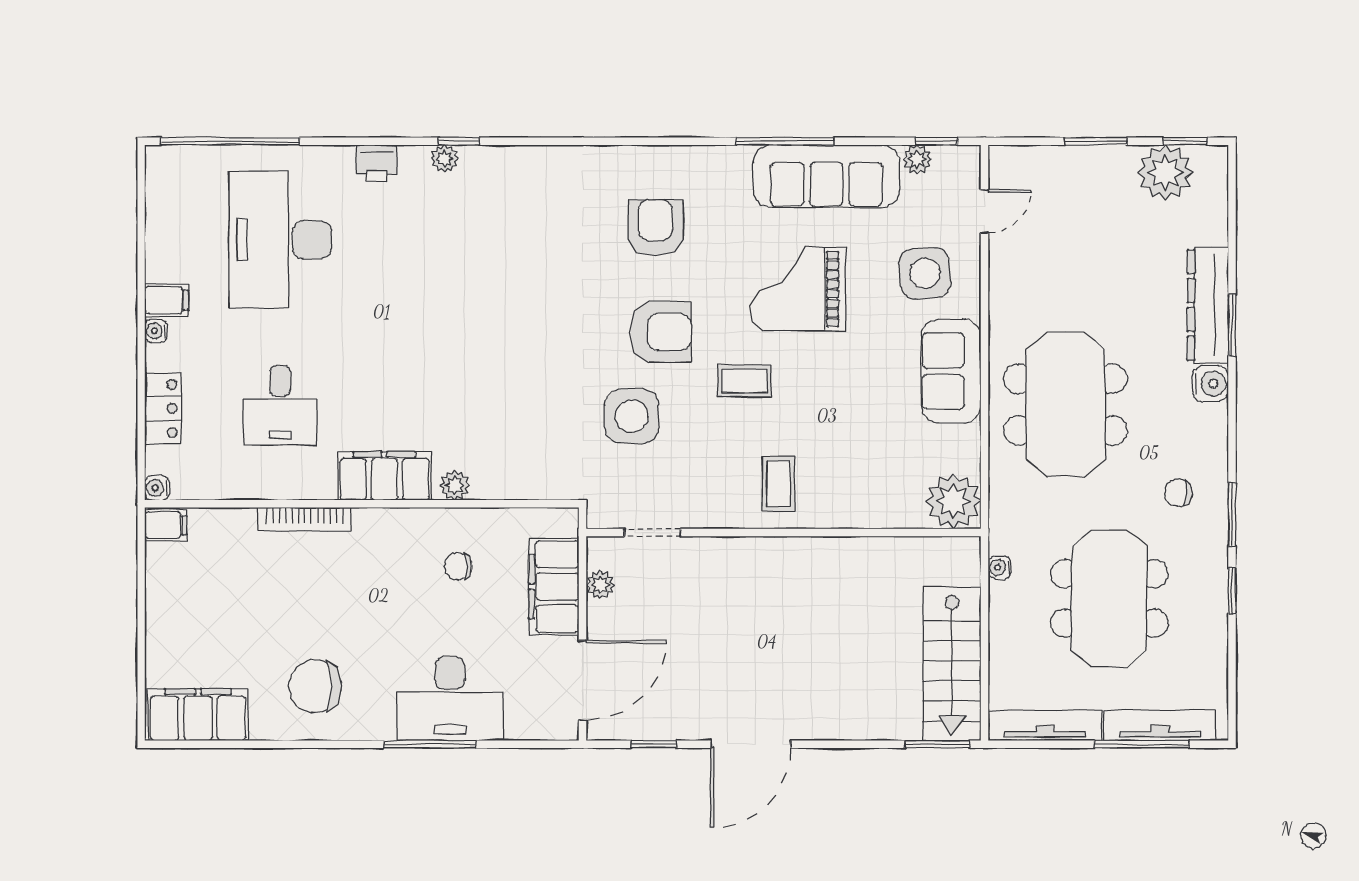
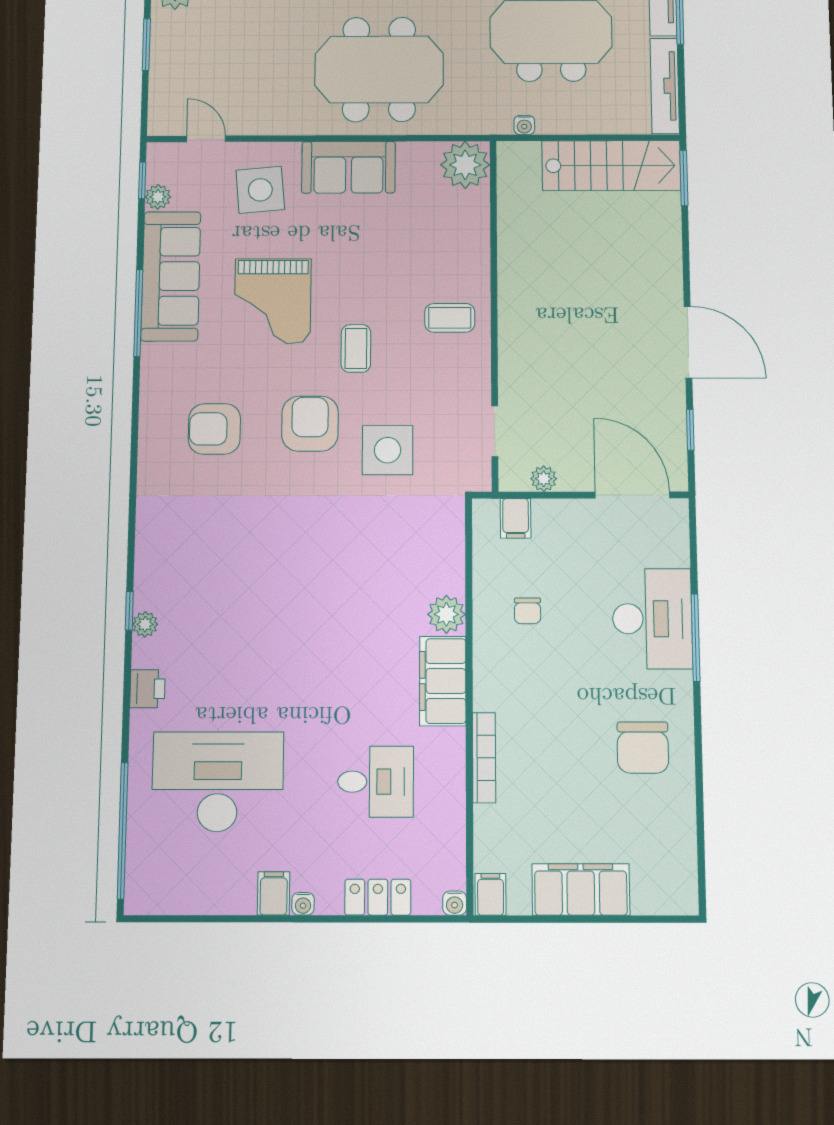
desk: (280, 240) -> (218, 782), turned 180
plant: (455, 485) -> (446, 614), width x1.38, depth x1.38
filing cabinet: (554, 587) -> (516, 518), width x0.33, depth x0.86
filing cabinet: (198, 715) -> (581, 889), moved, turned 90

